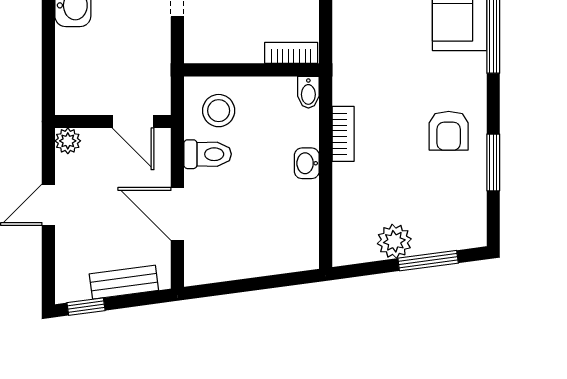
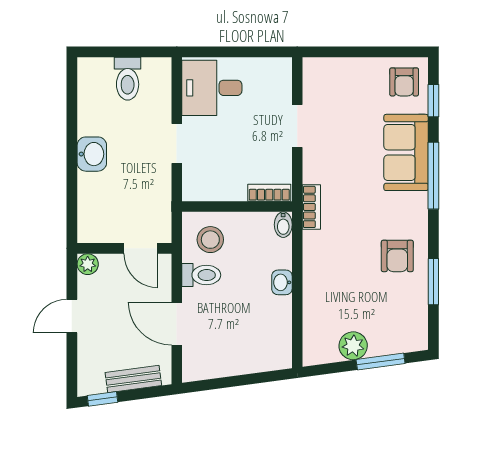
bookcase: (343, 134) -> (311, 207), moved

